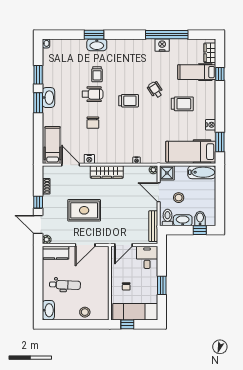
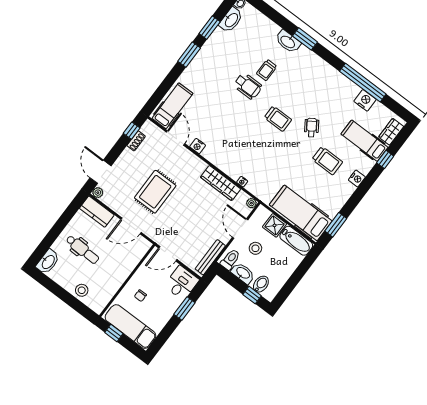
window: (94, 35) -> (305, 39), moved
nightstand: (162, 45) -> (365, 100), moved
washbasin: (48, 98) -> (231, 20), moved
chair: (93, 123) -> (227, 114), removed
nightstand: (211, 125) -> (357, 178), moved
wardrobe: (107, 172) -> (220, 183), moved
shower: (167, 173) -> (275, 225), moved
window: (38, 202) -> (132, 131), moved
rug: (84, 210) -> (155, 192), turned 90
window: (162, 285) -> (184, 309), moved

